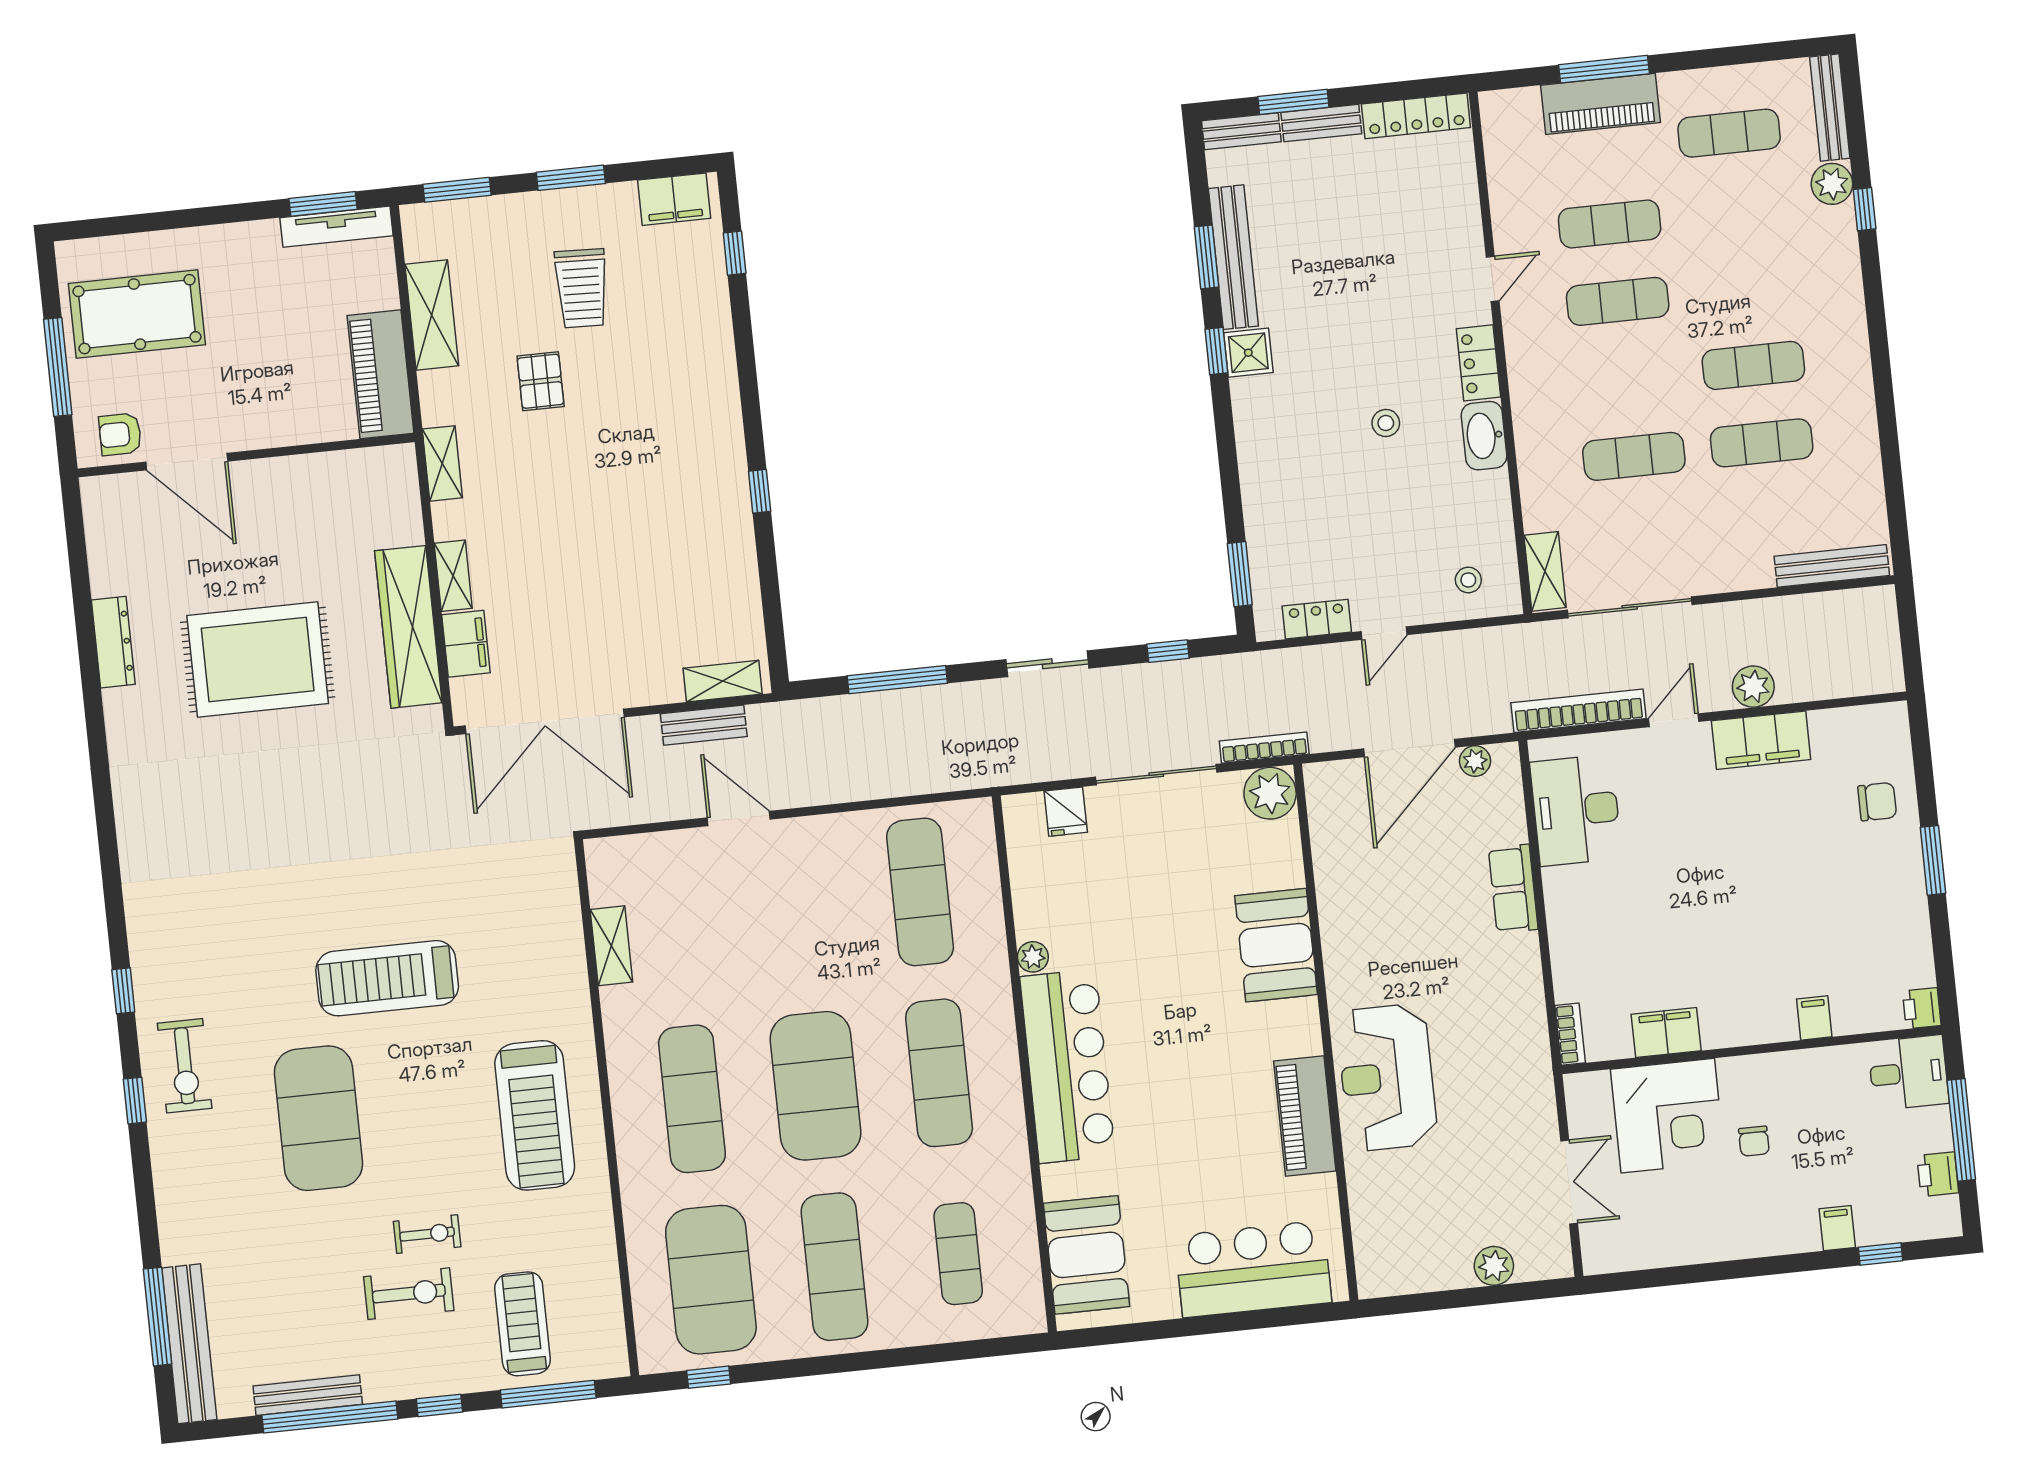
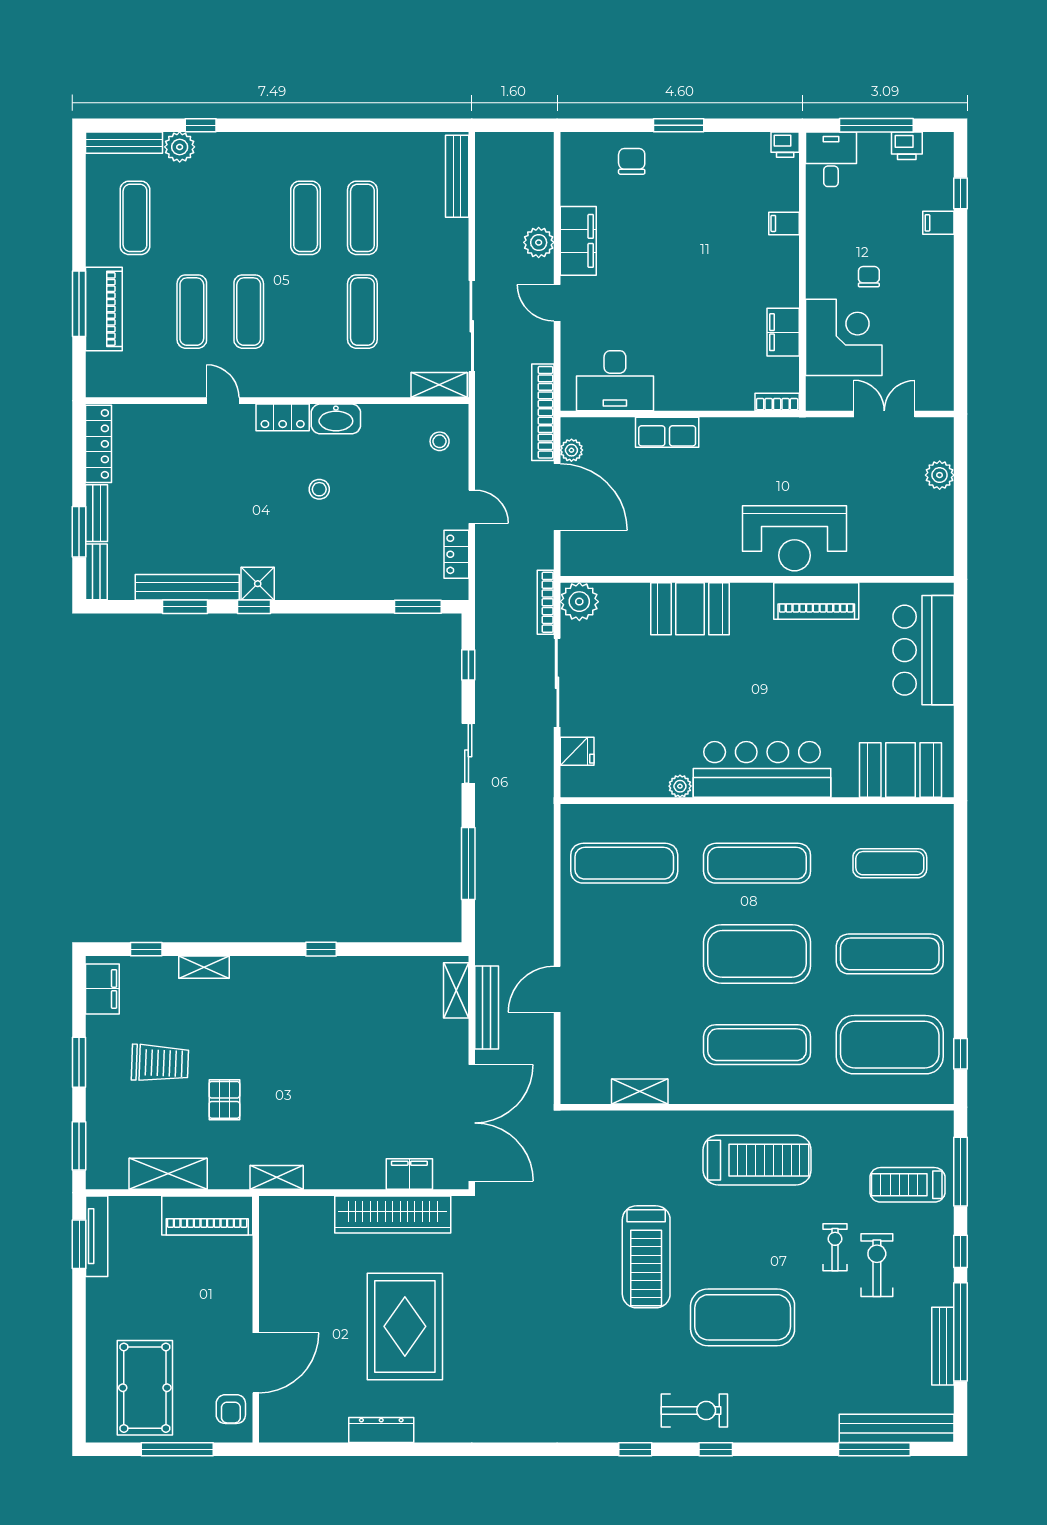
pallet: (541, 381) -> (224, 1100), turned 90
shelving: (453, 576) -> (204, 967), moved
bookcase: (1578, 711) -> (543, 412), moved
bench: (704, 725) -> (487, 1008), width x1.36
chair: (1754, 1141) -> (869, 277), turned -90

